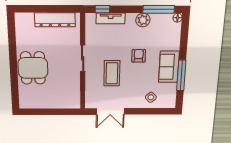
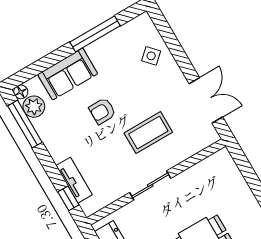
plant: (143, 20) -> (34, 107), moved
sofa: (169, 67) -> (68, 74), moved

